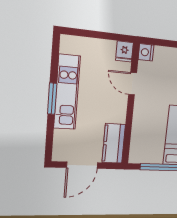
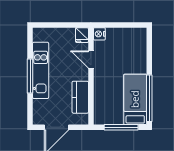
window: (52, 99) -> (30, 76), width x1.44
kitchen counter: (114, 143) -> (80, 97), moved

